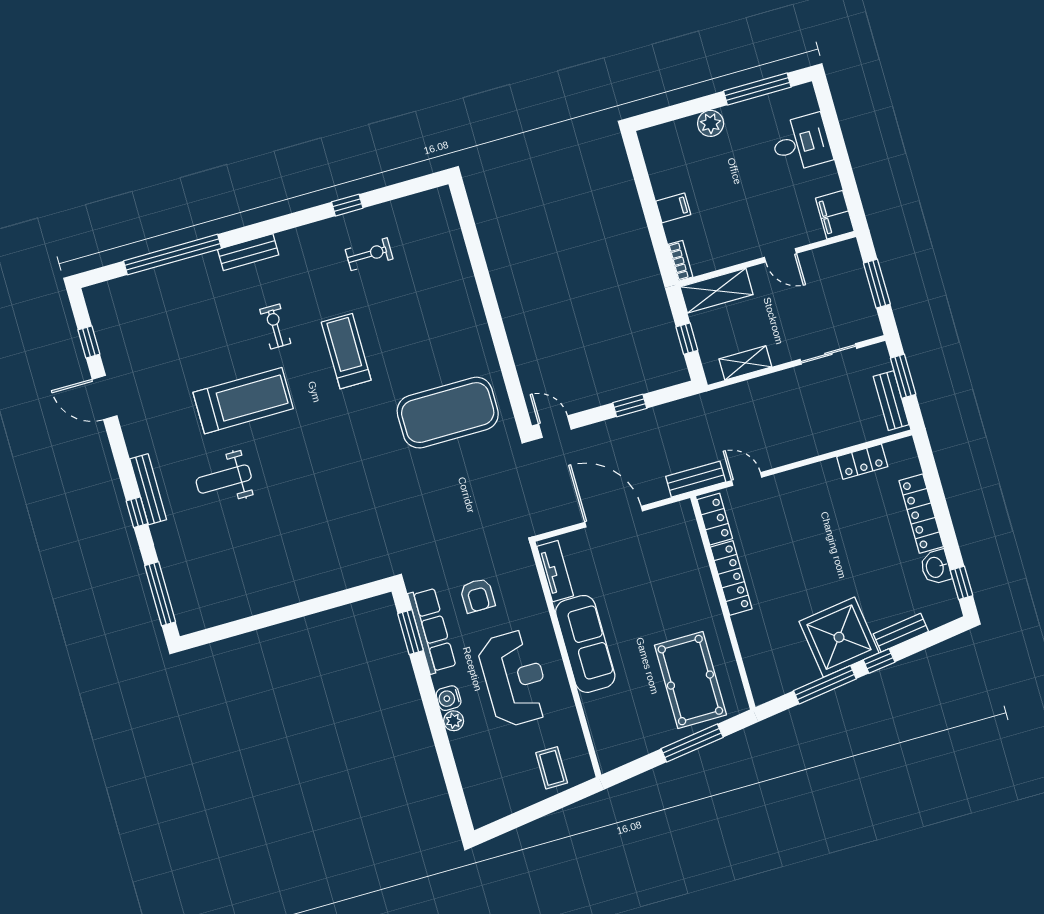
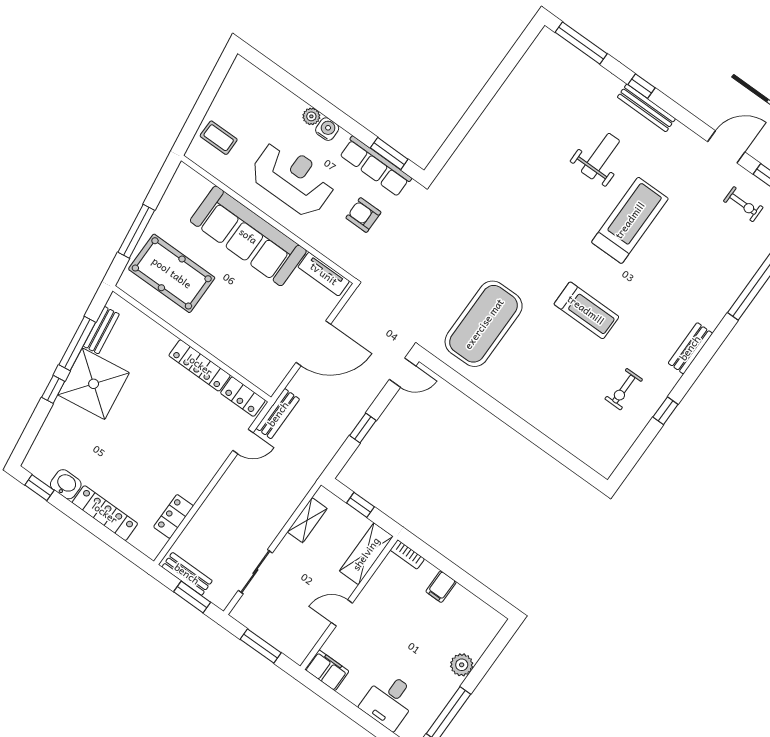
bench: (248, 252) -> (690, 348), moved
exercise bike: (275, 326) -> (743, 204), moved
treadmill: (243, 401) -> (630, 220), turned 180
bench: (901, 633) -> (101, 330), moved
sofa: (585, 644) -> (248, 236), width x1.36, depth x1.27
reception desk: (515, 678) -> (293, 179), turned 180

